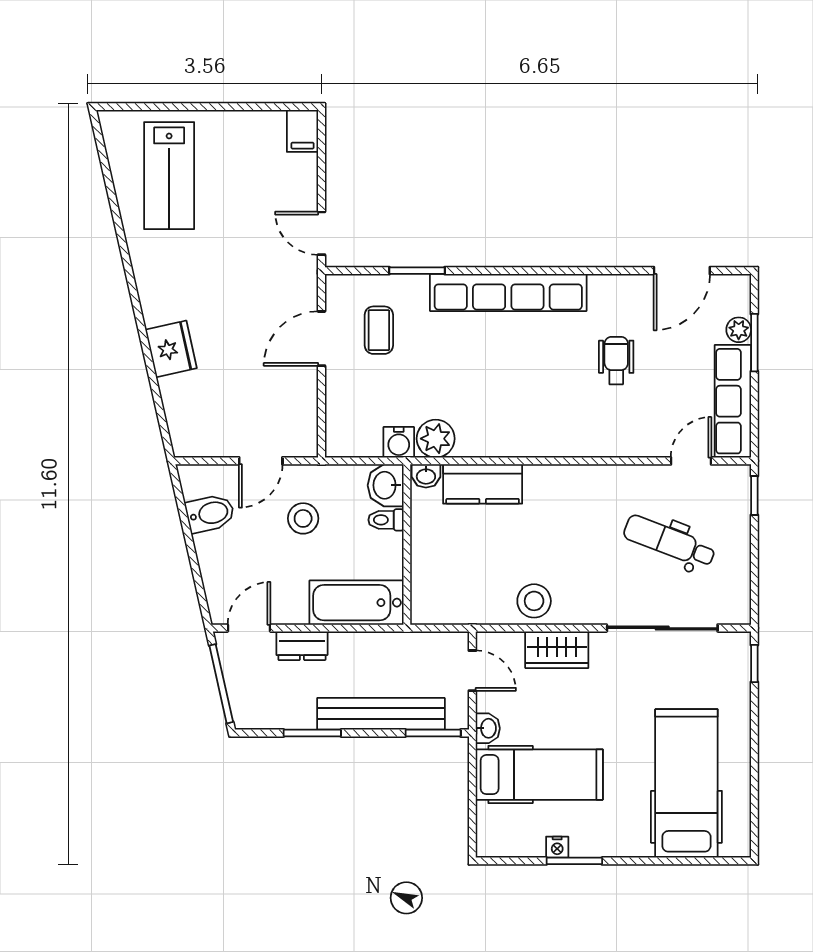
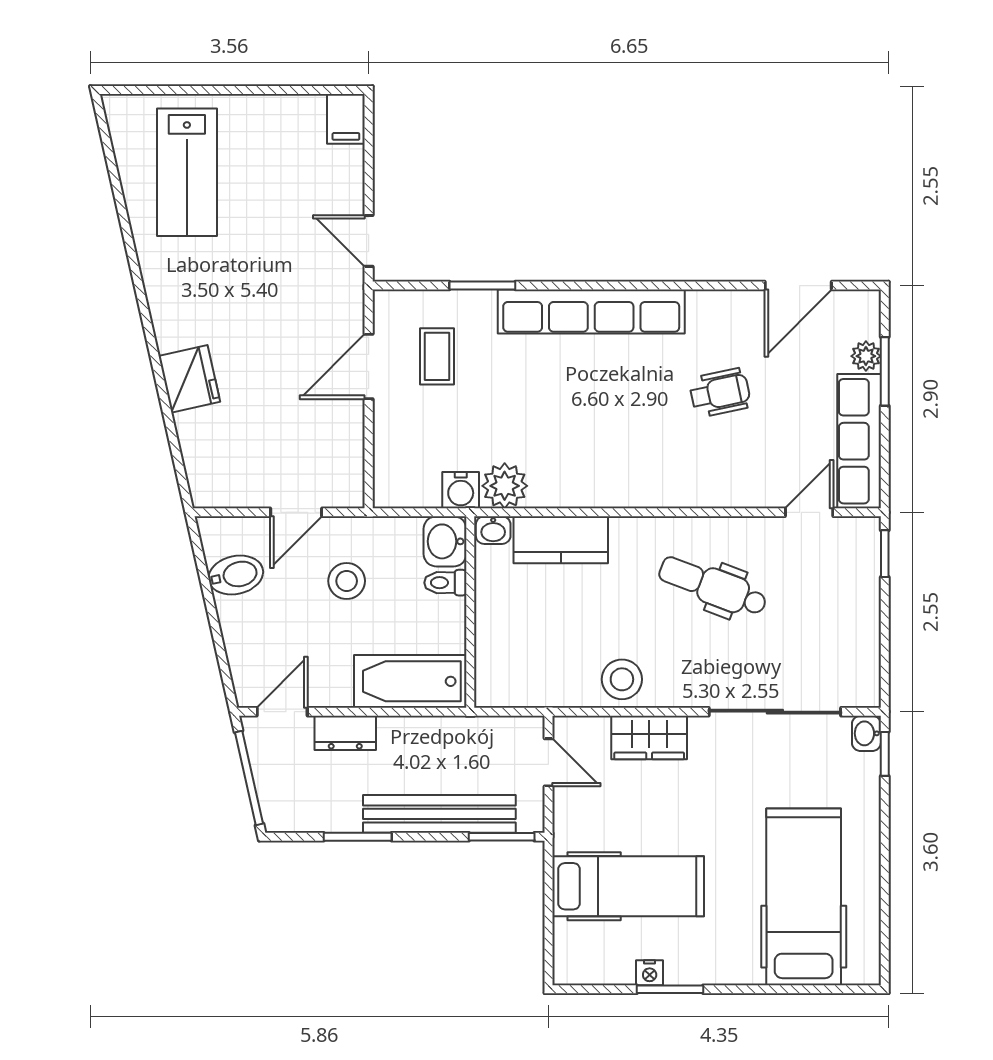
wheelchair: (616, 361) -> (720, 393), turned 78
dental chair: (669, 542) -> (713, 586), moved
washbasin: (488, 728) -> (866, 733), moved, turned 180

